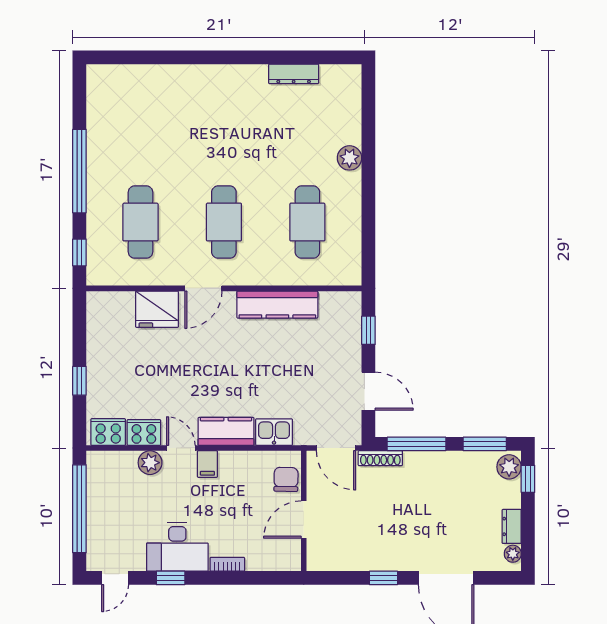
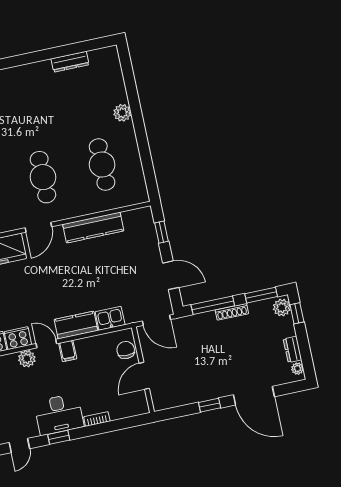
shoe rack: (380, 458) -> (232, 312), moved

